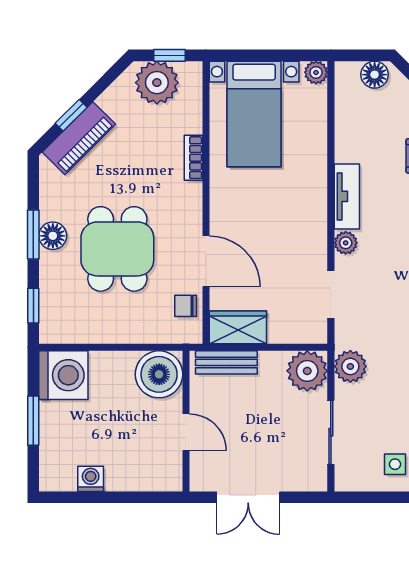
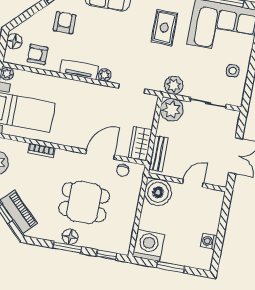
armchair: (359, 119) -> (38, 55), added

